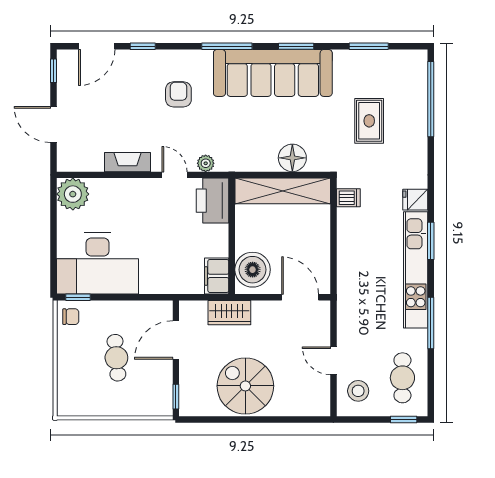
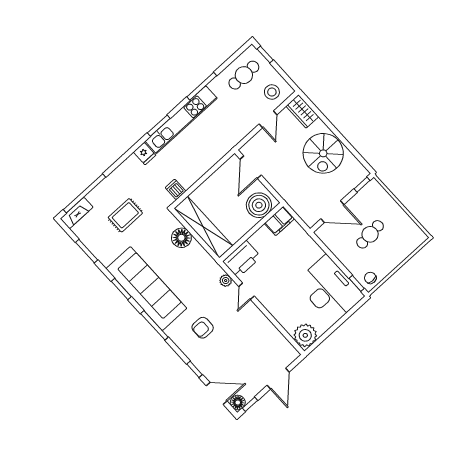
floor lamp: (67, 60) -> (238, 403), added
fireplace: (128, 162) -> (77, 213), moved, turned -90
wardrobe: (229, 313) -> (302, 111), moved, turned 180

